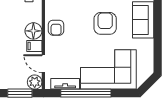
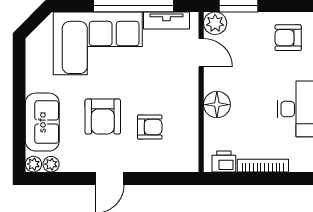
armchair: (56, 28) -> (150, 127), moved, turned 90
filing cabinet: (34, 46) -> (216, 81), removed

